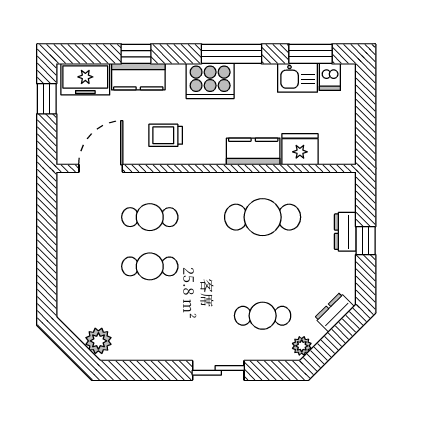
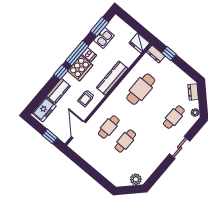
window: (136, 54) -> (61, 72), moved
dishwasher: (330, 77) -> (89, 55), moved
window: (47, 99) -> (50, 136), moved
fridge: (300, 149) -> (139, 43), moved, turned -90
kitchen counter: (253, 151) -> (112, 78), width x1.50
dresser: (345, 232) -> (156, 54), moved
window: (366, 241) -> (169, 54), moved

